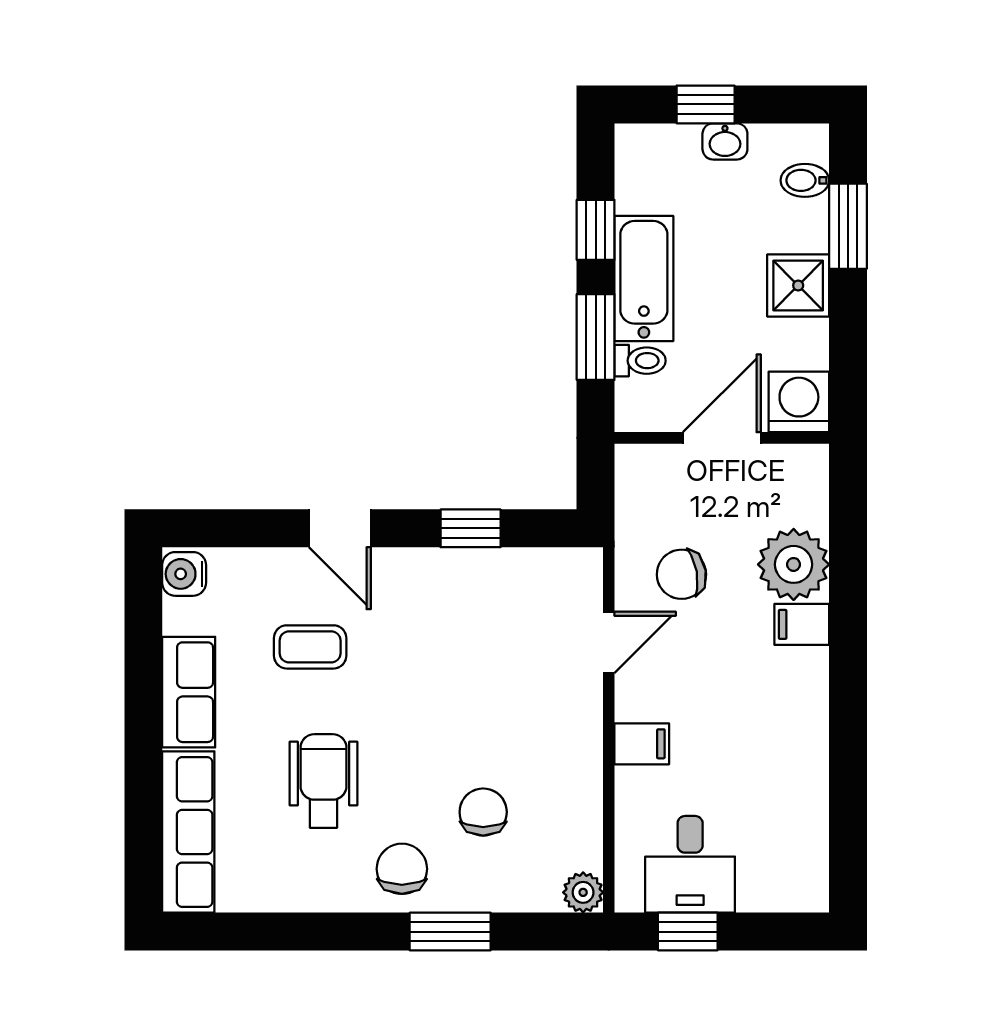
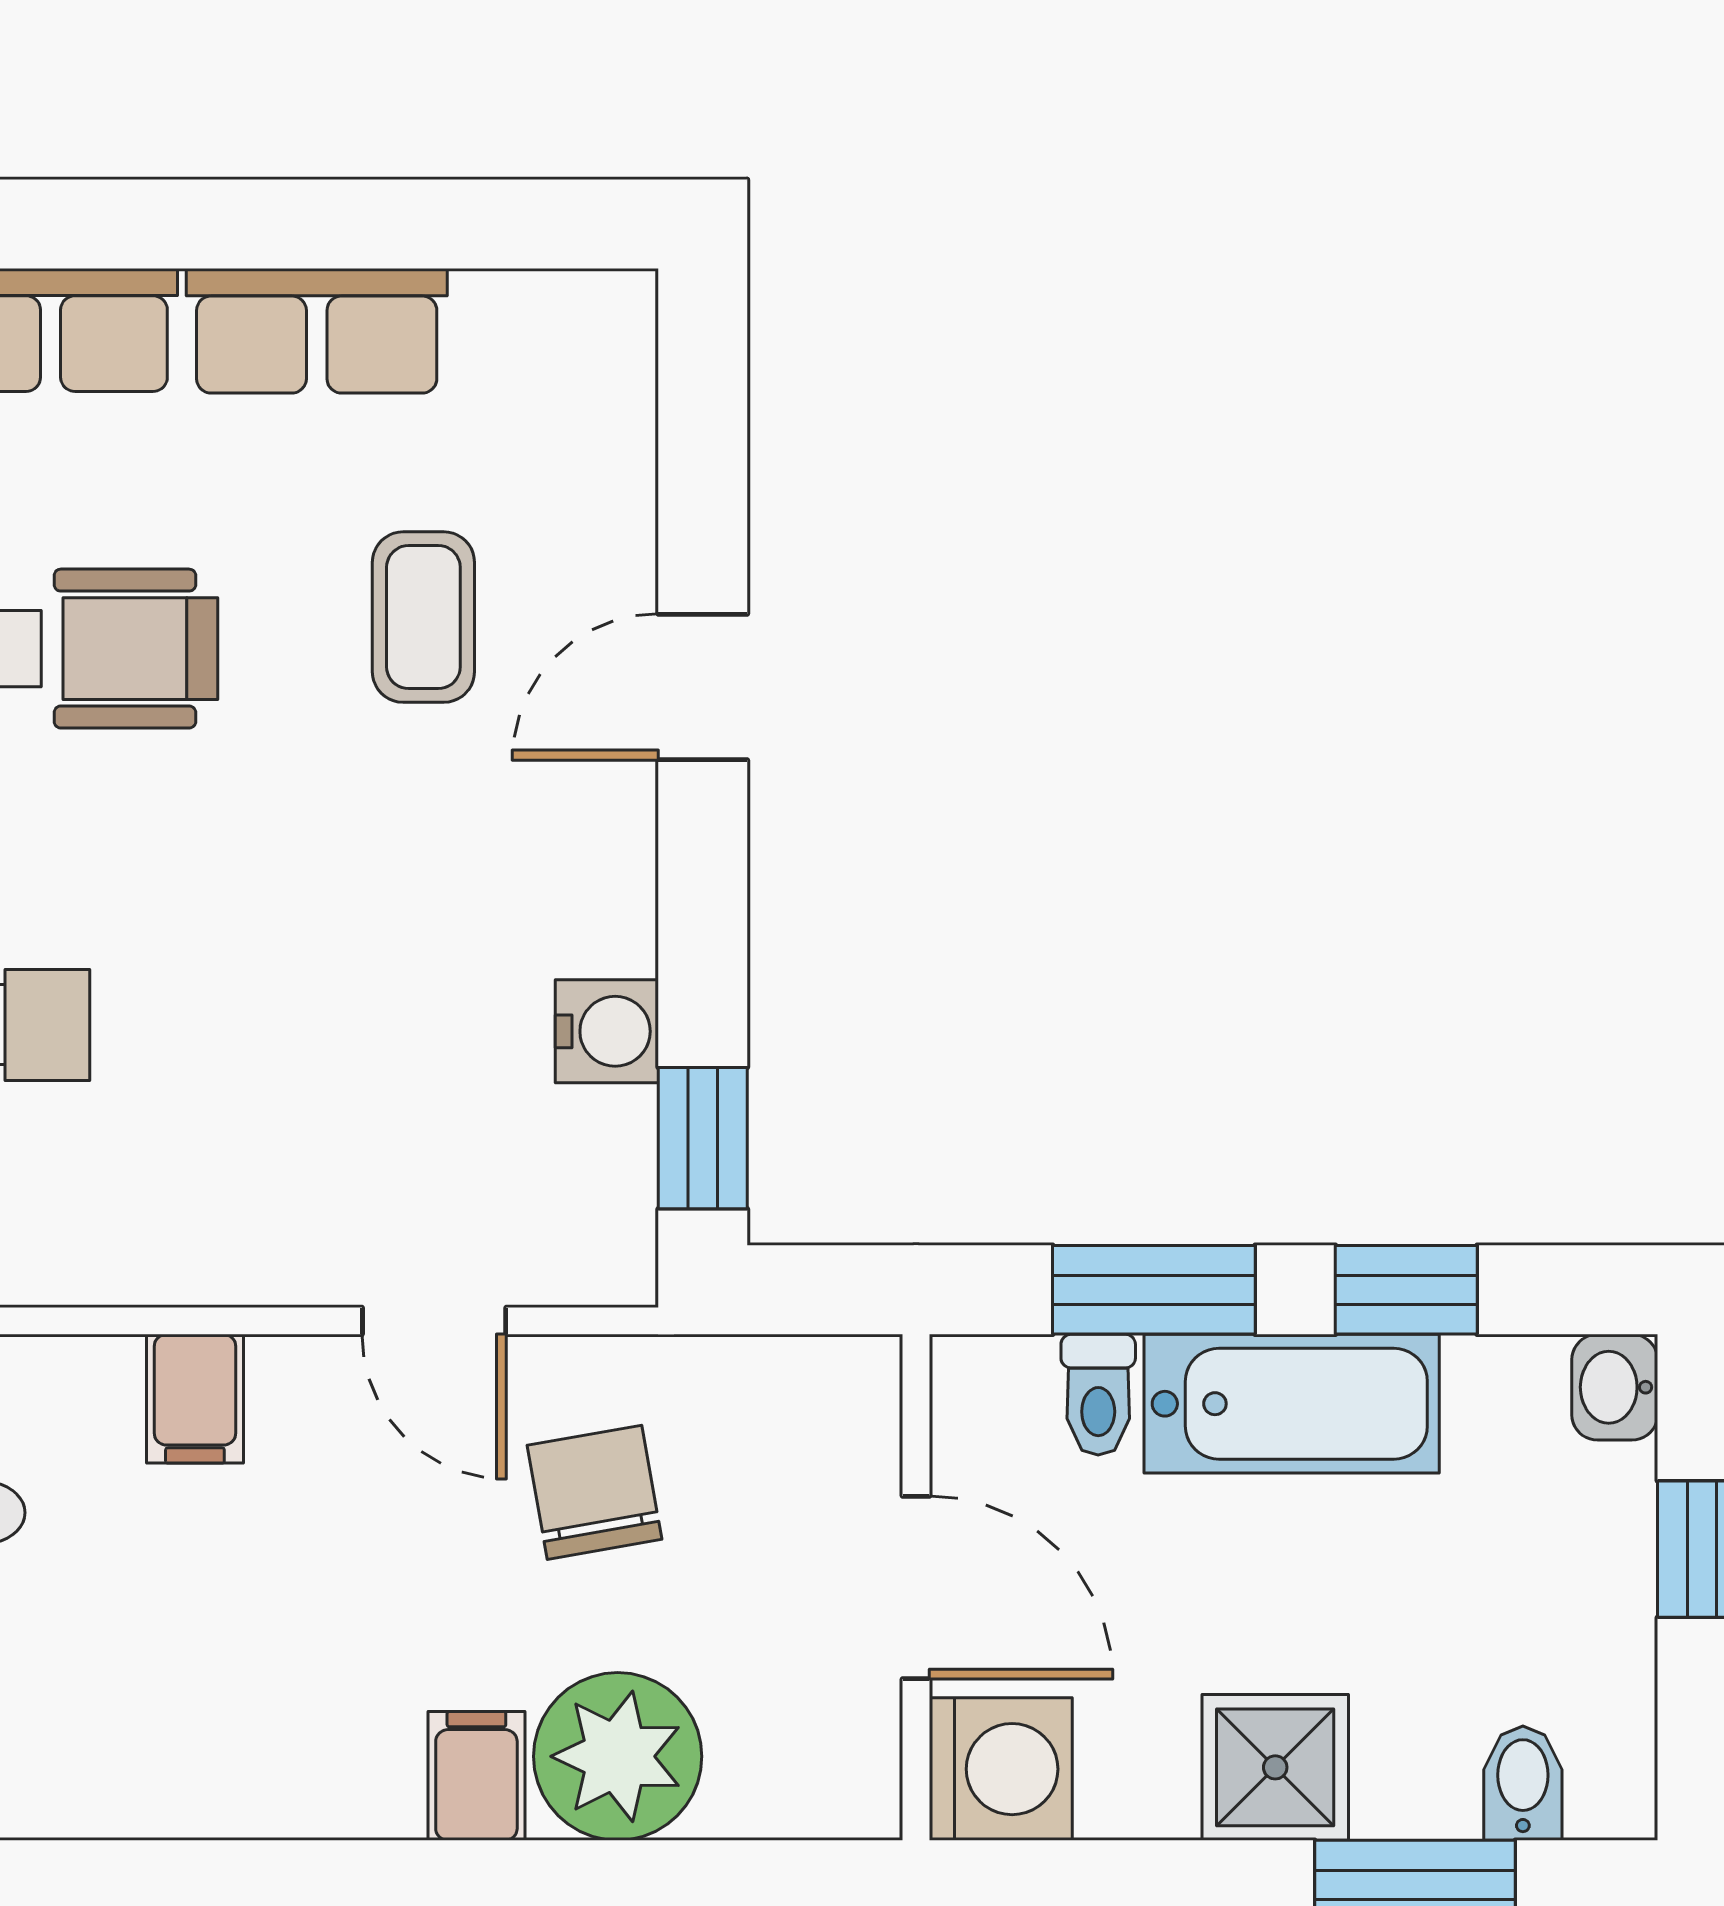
washbasin: (725, 141) -> (1615, 1387), moved
window: (471, 528) -> (703, 1138), moved
water cooler: (184, 574) -> (607, 1031), moved, turned 90

